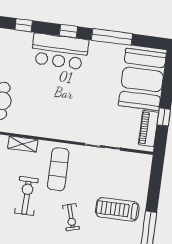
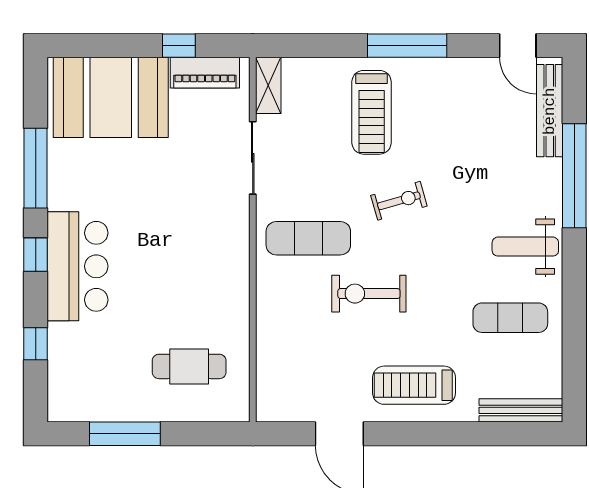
shelving: (23, 144) -> (268, 85), moved

